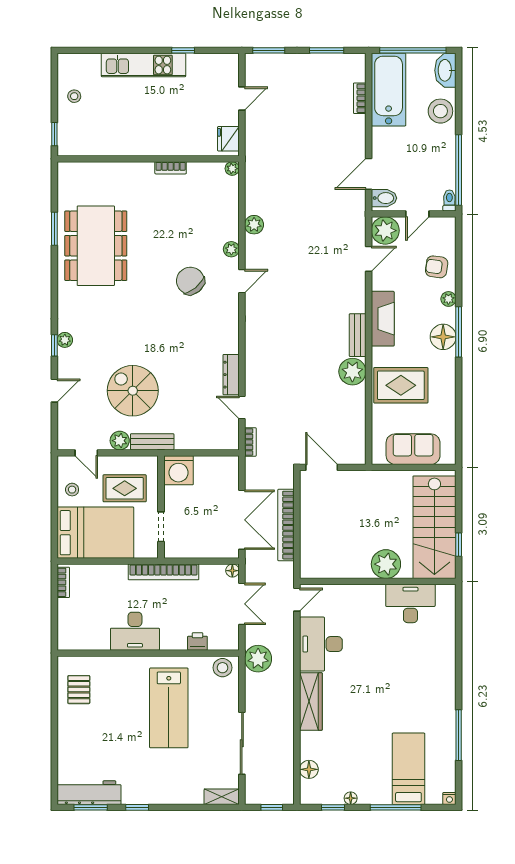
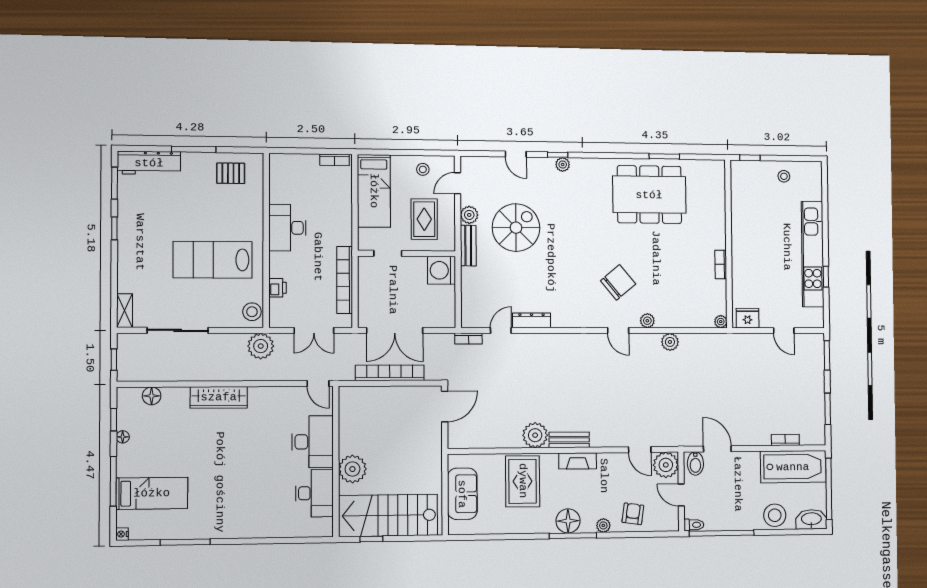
kitchen unit: (144, 65) -> (813, 254), width x1.36
fireplace: (383, 319) -> (578, 461), width x0.73, depth x0.76
bed: (95, 533) -> (374, 191), width x0.67
floor lamp: (232, 571) -> (346, 321), removed
bookcase: (163, 572) -> (345, 280), moved
desk: (321, 644) -> (313, 442), moved, turned 90
window: (54, 727) -> (194, 149), added
workbench: (89, 793) -> (149, 163), moved, turned 90

